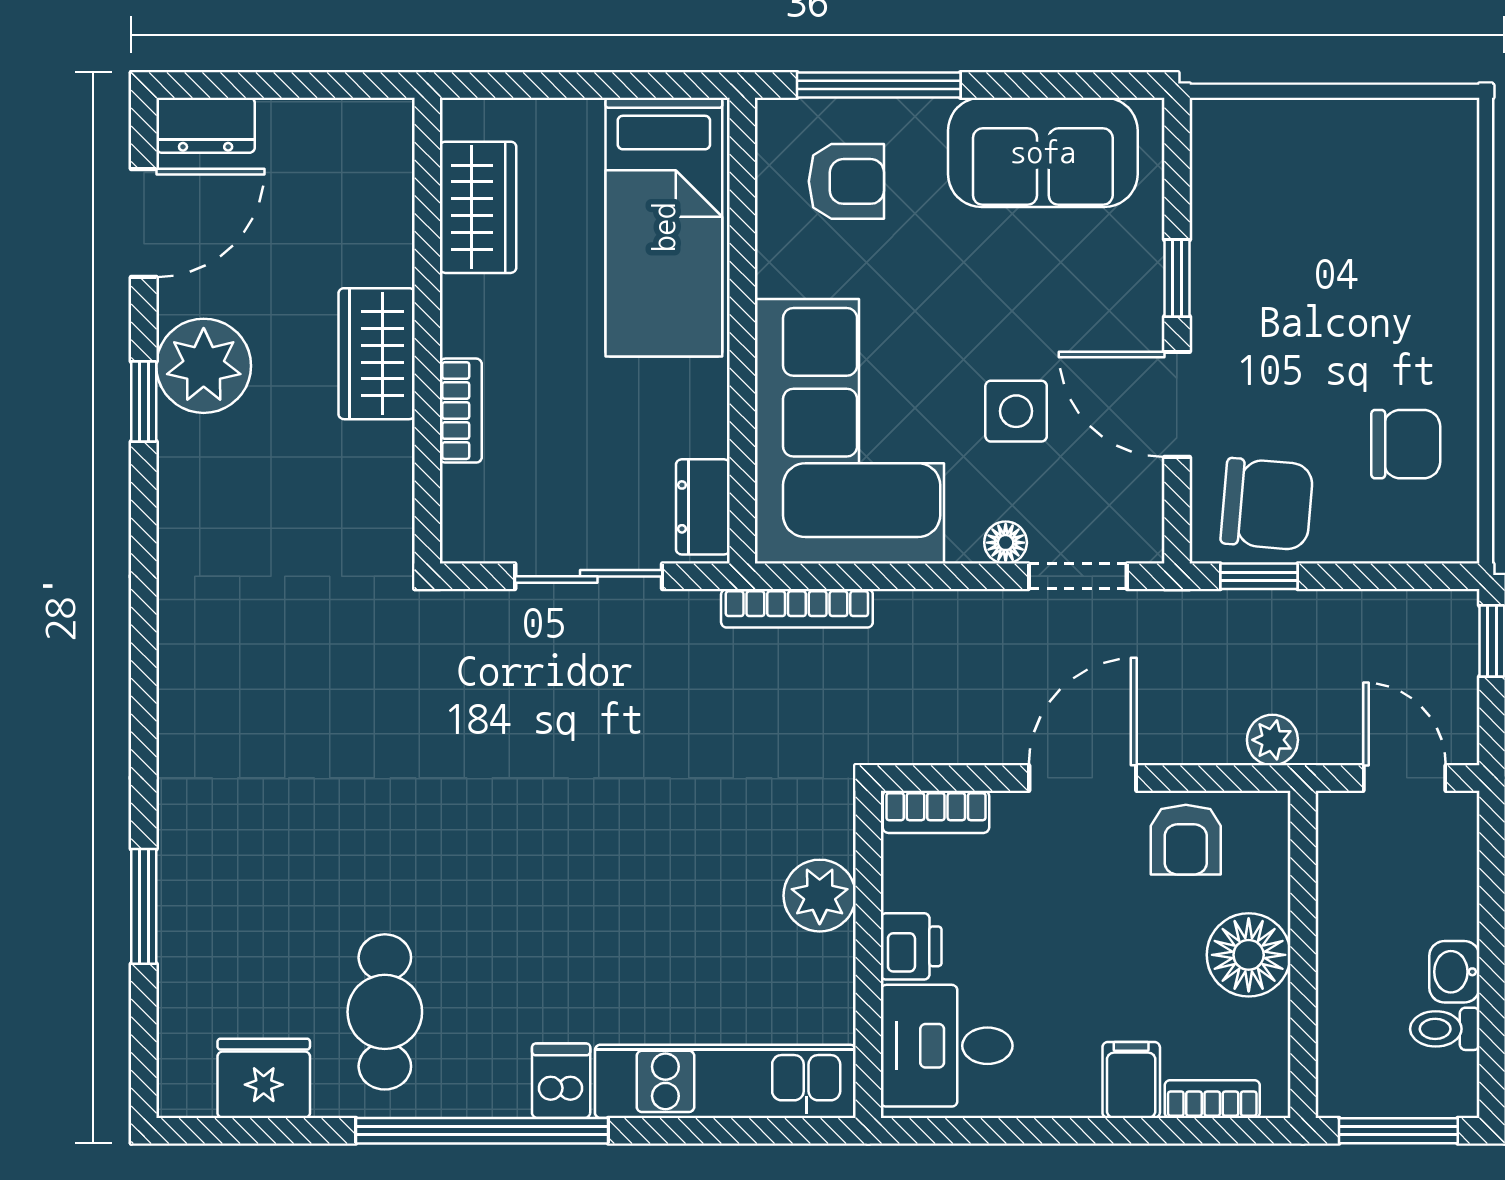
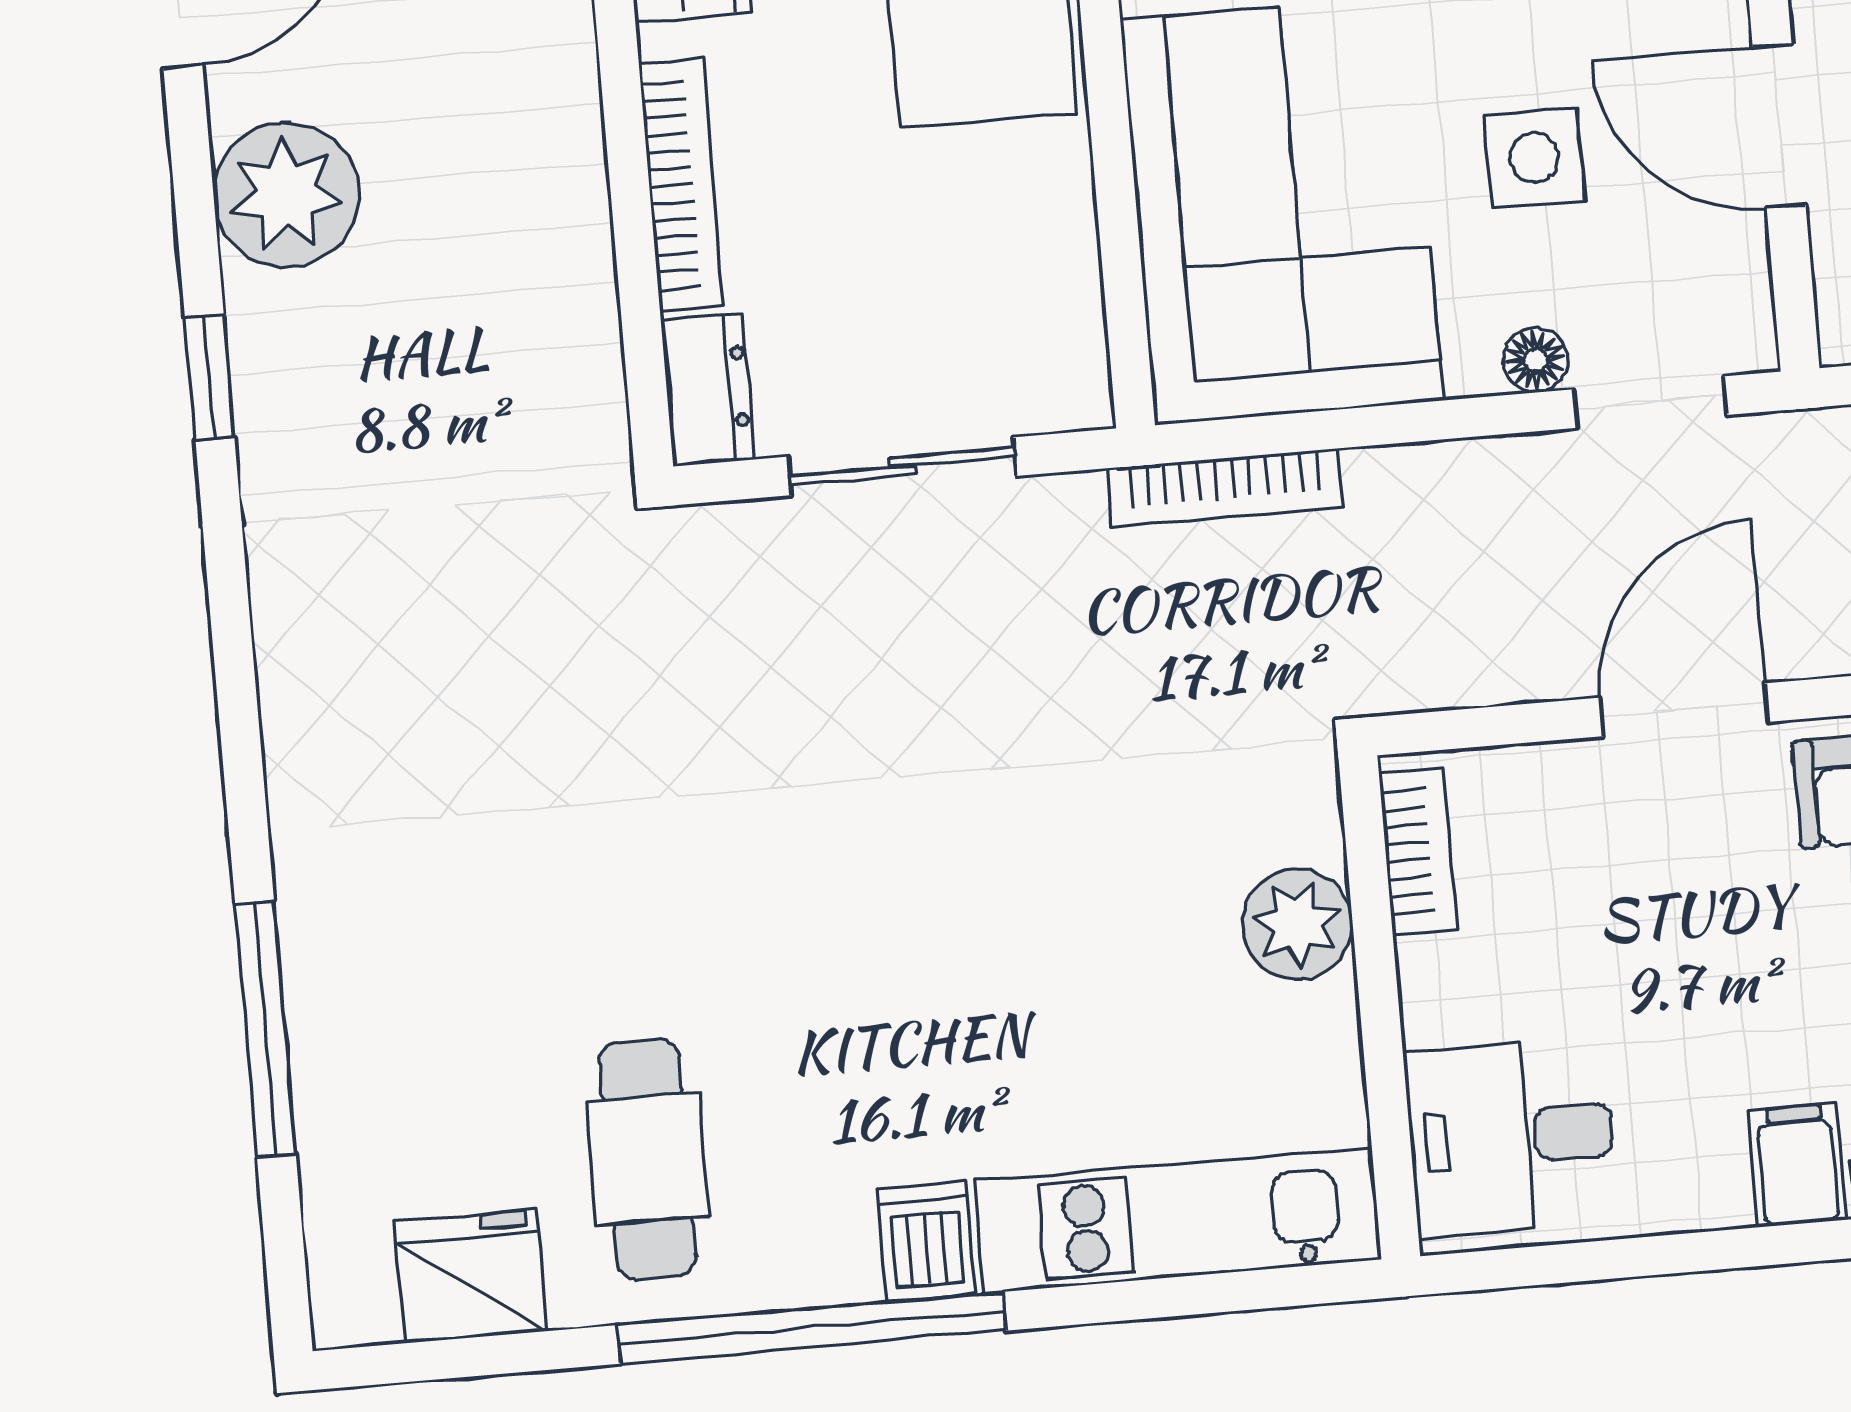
wardrobe: (377, 354) -> (549, 154), removed
window: (144, 401) -> (210, 377), moved
bookcase: (461, 411) -> (681, 185), width x1.56
dresser: (703, 507) -> (708, 389), moved, turned 180
bookcase: (936, 812) -> (1418, 851), moved, turned -90
window: (144, 906) -> (265, 1029), width x1.44
printer: (911, 946) -> (1444, 990), removed

